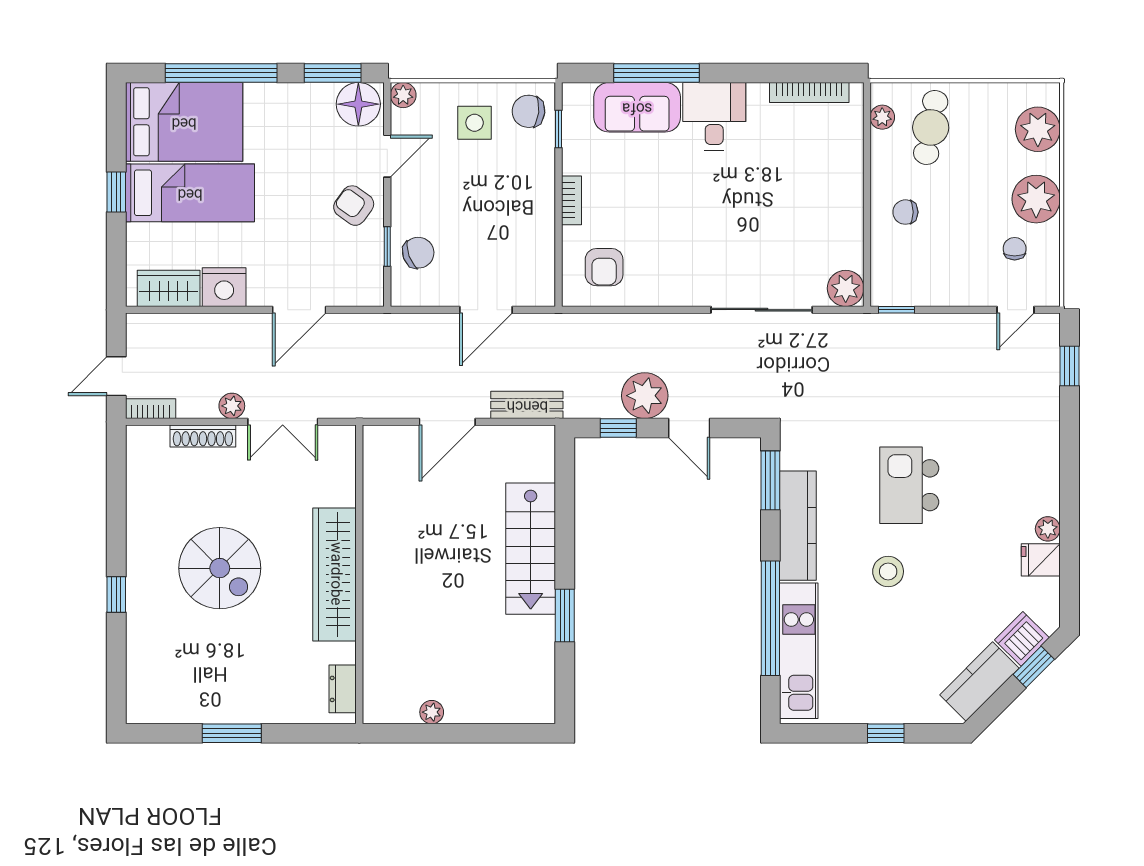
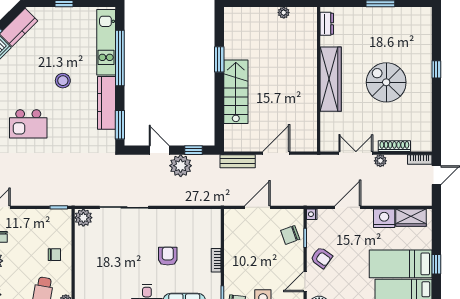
armchair: (604, 267) -> (168, 256), moved
nightstand: (374, 295) -> (312, 214), added
kitchen island: (909, 485) -> (28, 124), moved, turned 90

